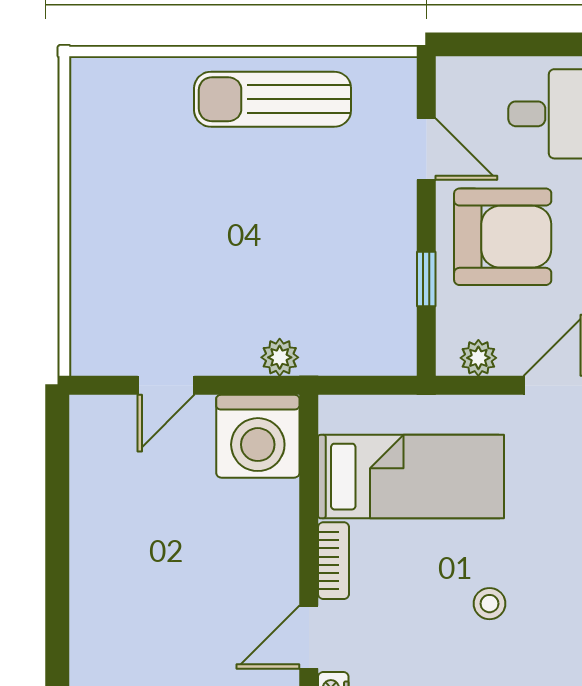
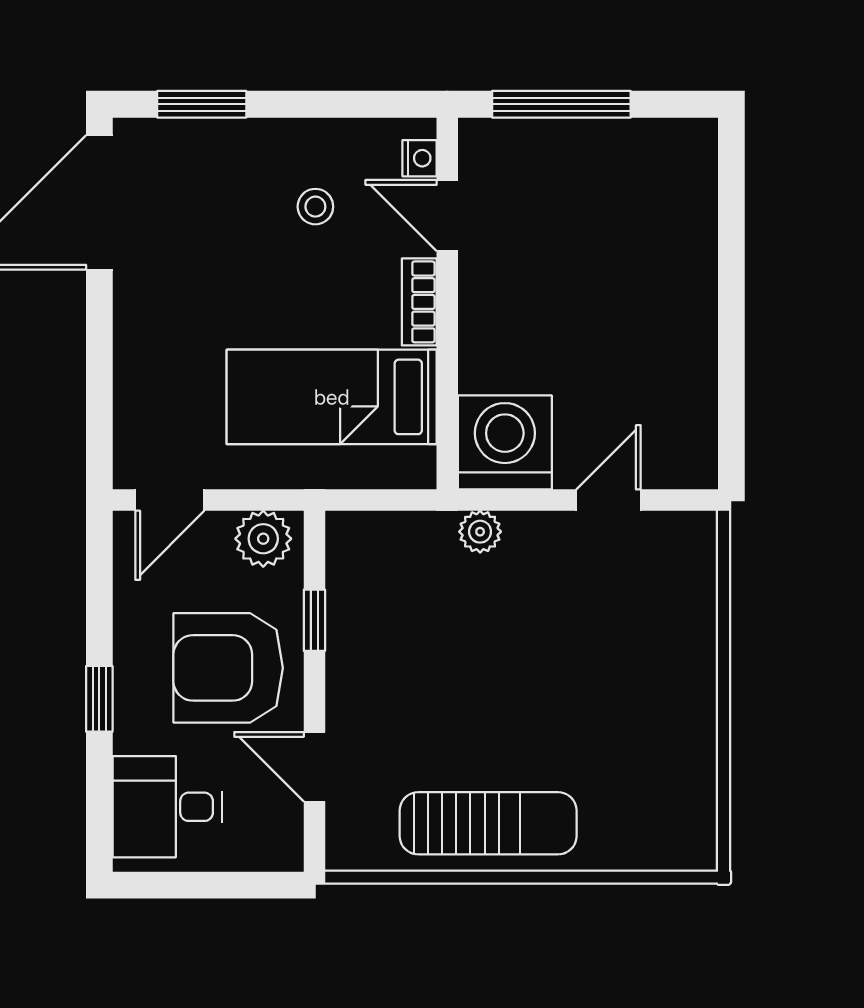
plant: (478, 358) -> (263, 539), width x1.38, depth x1.38
stool: (490, 604) -> (315, 207), moved
door: (309, 637) -> (447, 216), swing flipped

